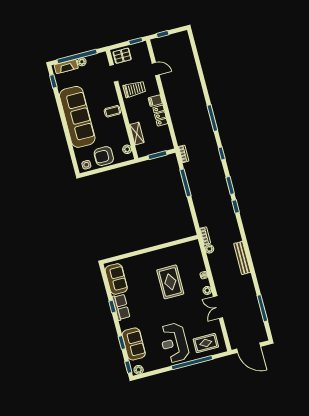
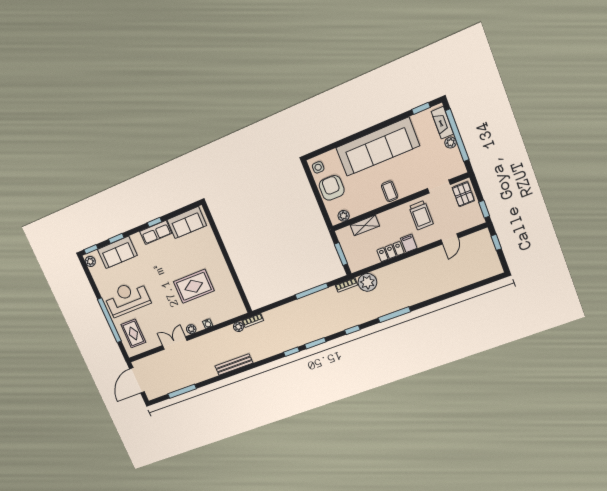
plant: (183, 137) -> (367, 282), added

